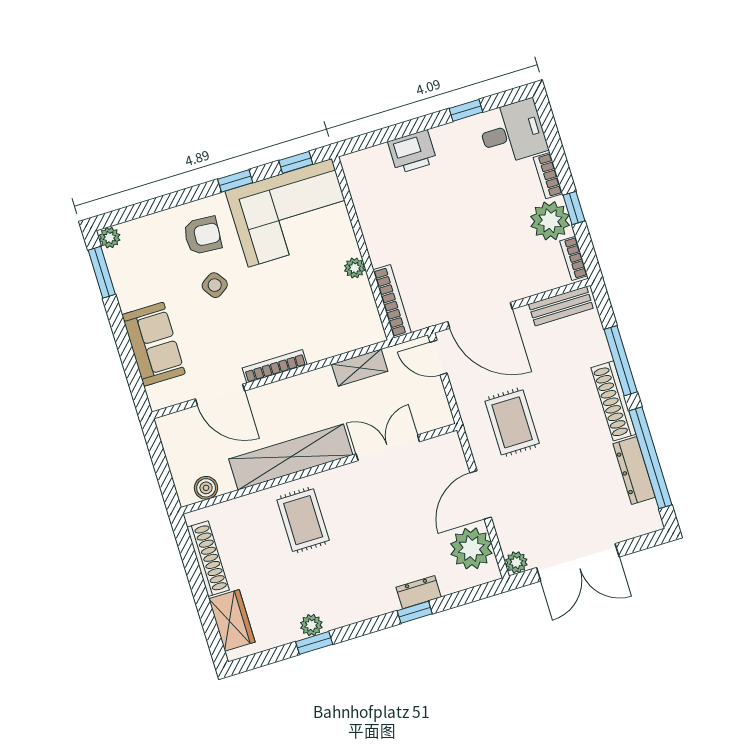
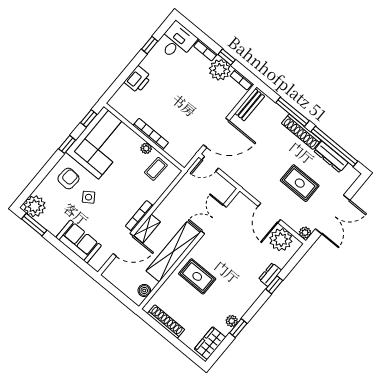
plant: (110, 238) -> (35, 206), width x1.87, depth x1.87
bookcase: (392, 301) -> (151, 134), moved
coffee table: (349, 310) -> (156, 169), added
shelving: (360, 368) -> (147, 229), moved
rug: (512, 422) -> (300, 183), moved
wardrobe: (232, 620) -> (210, 343), moved, turned -90

